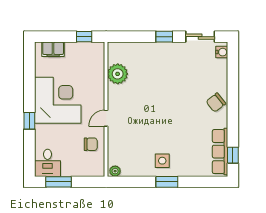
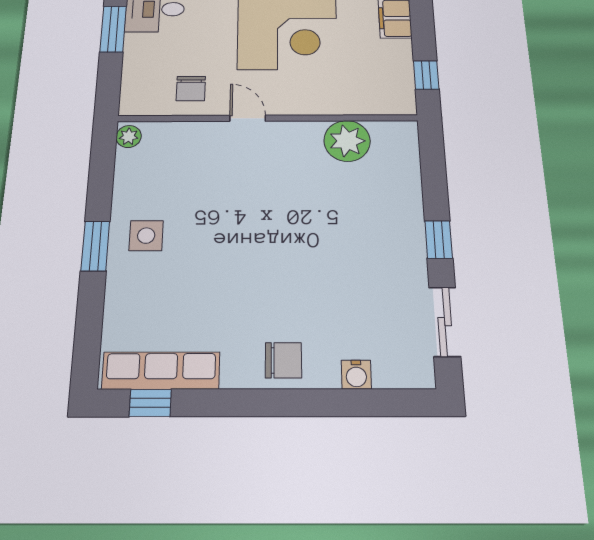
water cooler: (222, 52) -> (356, 375), moved
chair: (216, 102) -> (283, 360), turned 128

